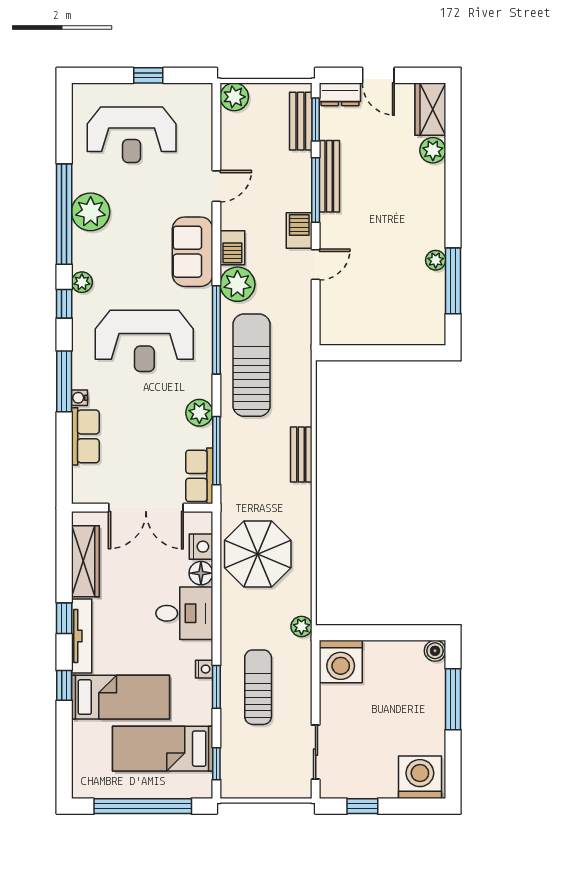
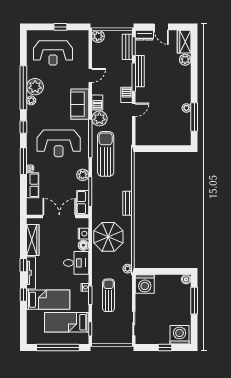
plant: (82, 282) -> (31, 100), moved
bench: (301, 455) -> (127, 203), moved
double door: (146, 508) -> (59, 217), swing flipped
window: (362, 806) -> (165, 347), moved

